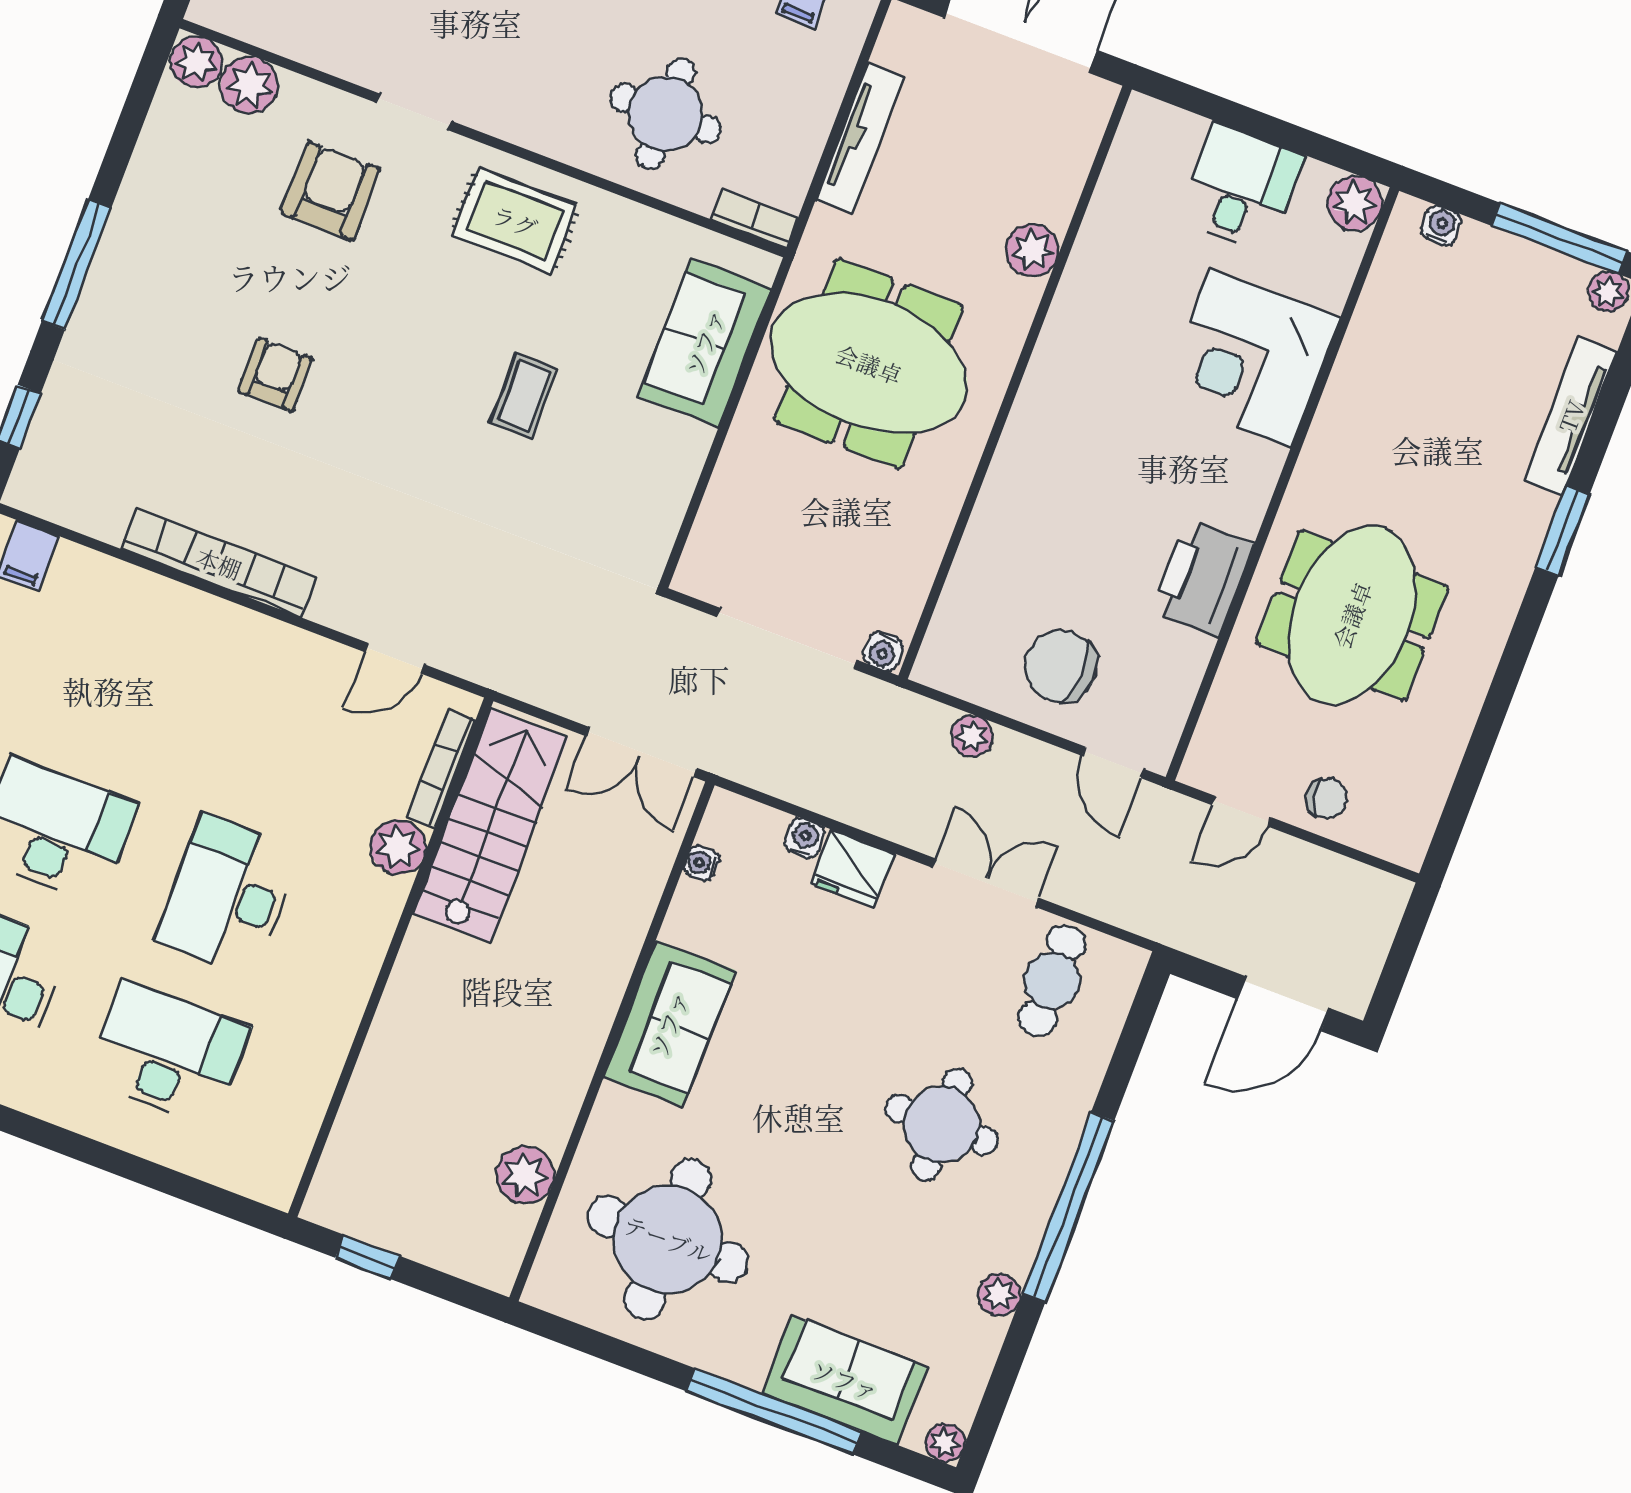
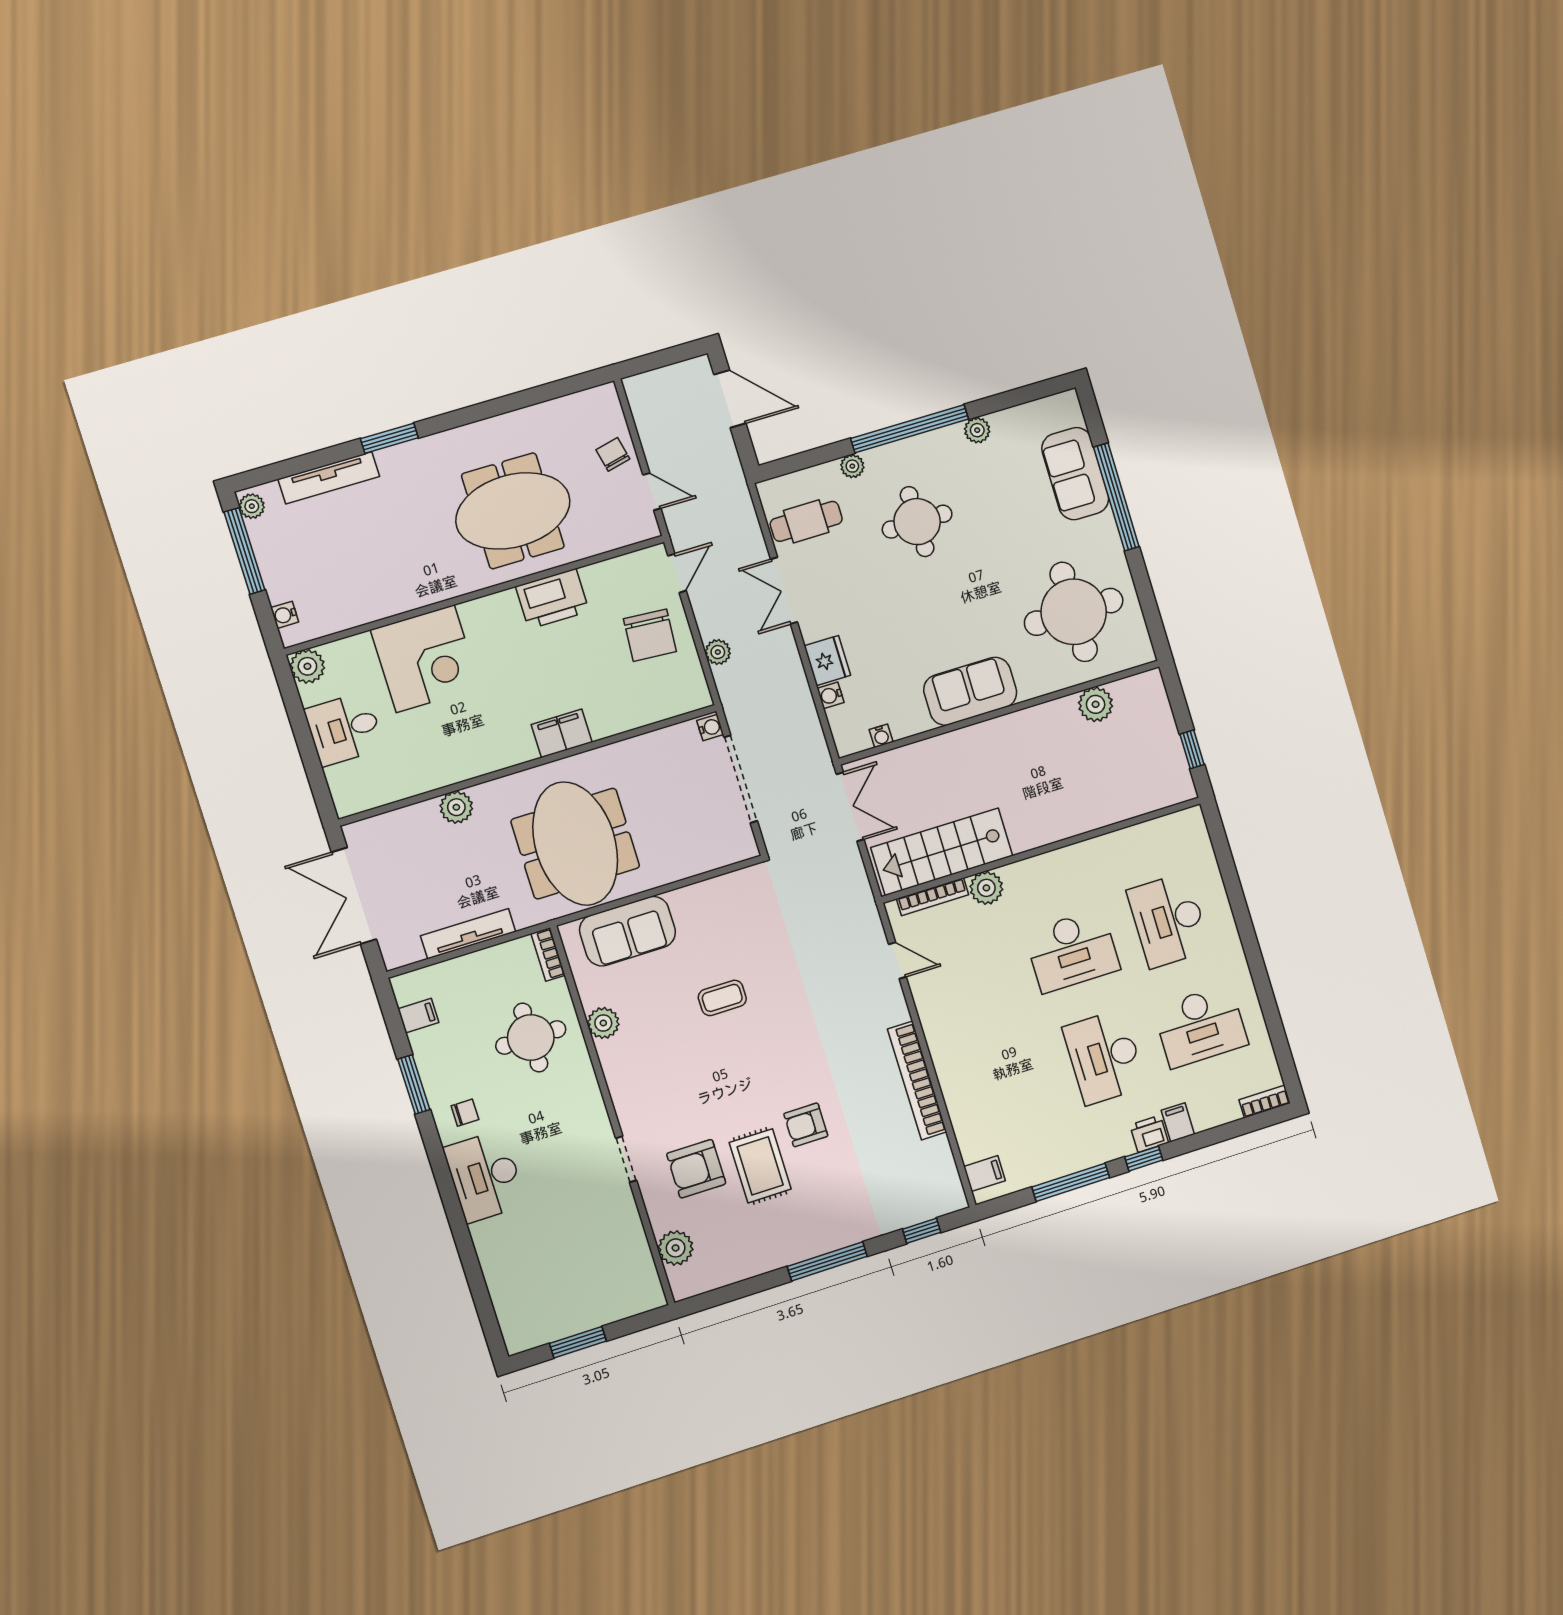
plant: (196, 62) -> (603, 1023), moved
rug: (515, 221) -> (760, 1166), moved
filing cabinet: (1023, 456) -> (562, 733), added
plant: (945, 1443) -> (852, 466), moved

